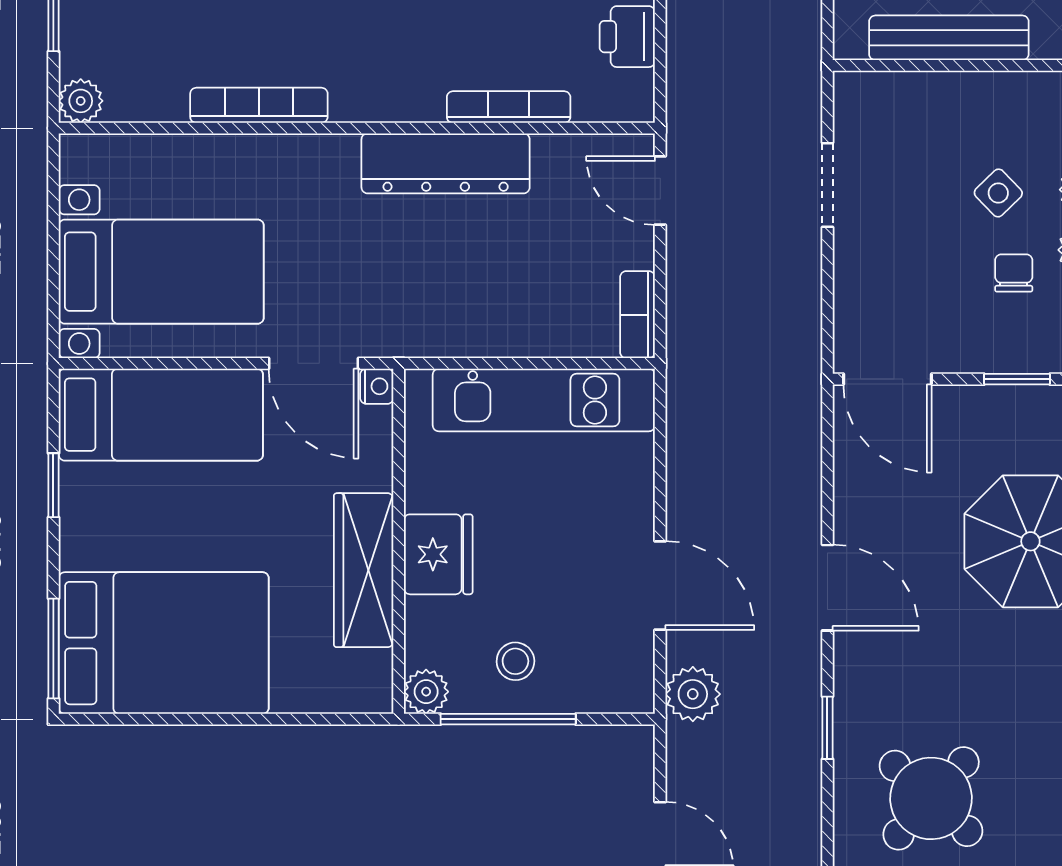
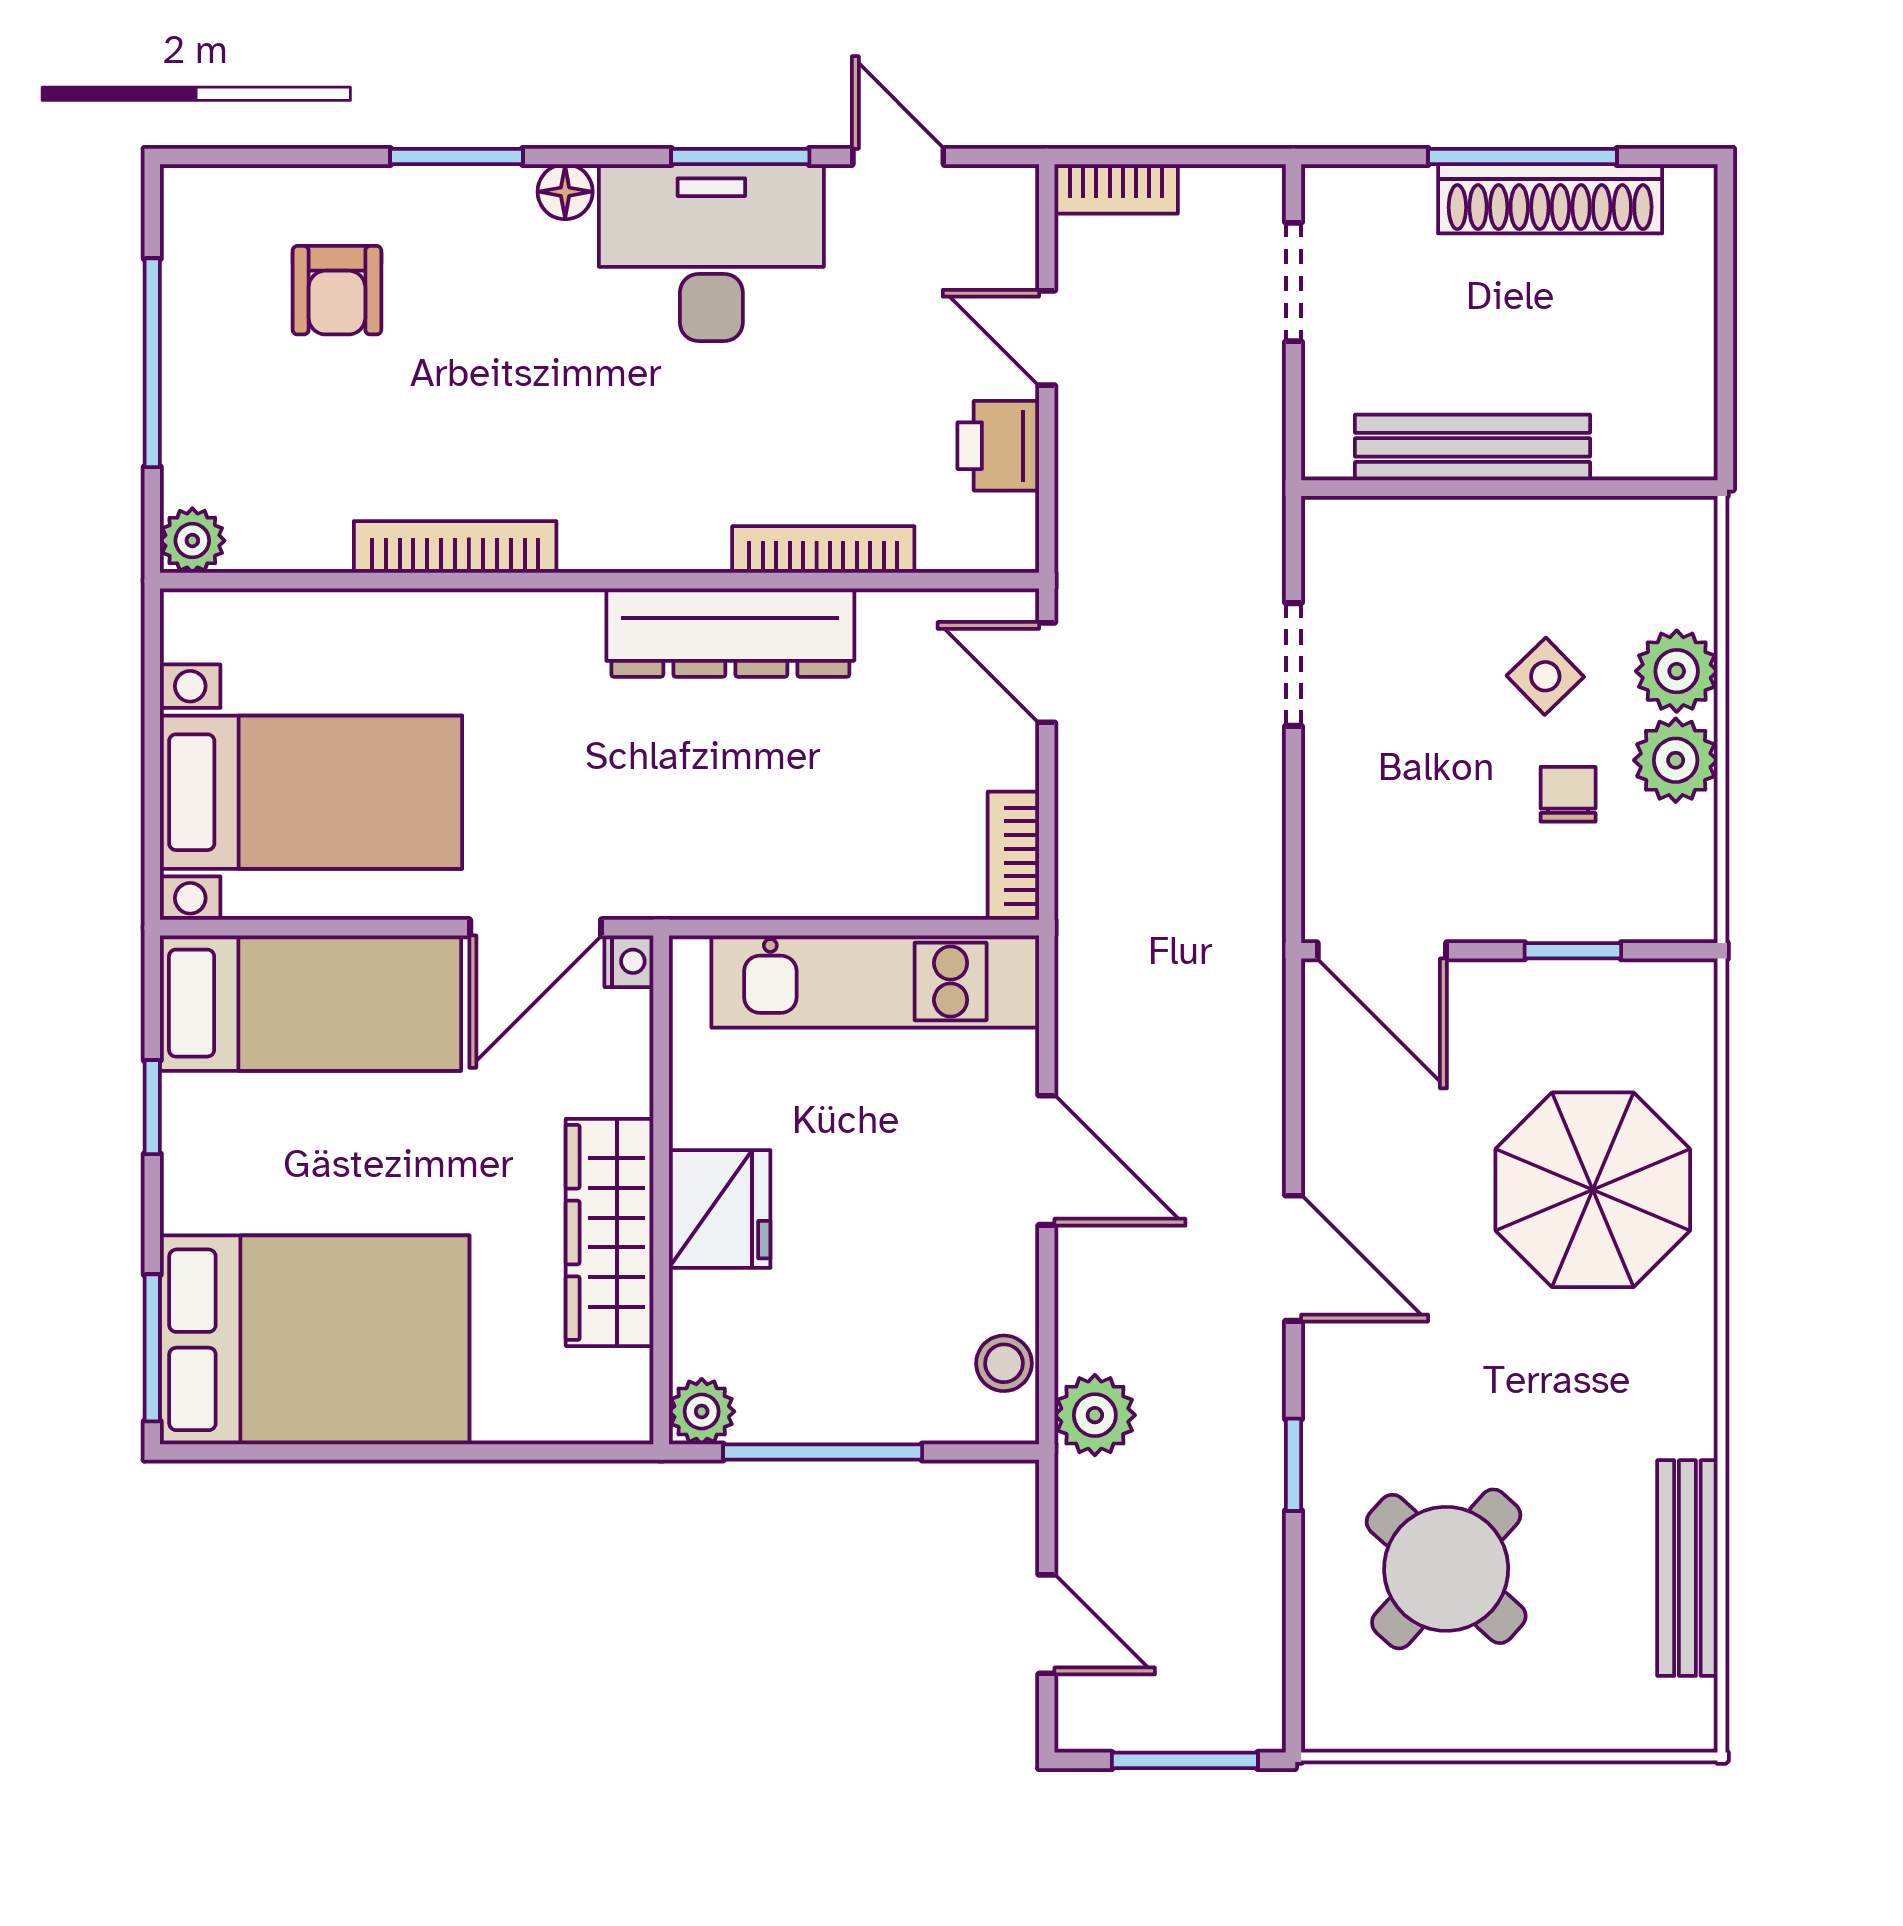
door: (313, 363) -> (536, 928), hinge flipped
door: (660, 585) -> (1047, 1160), moved
stool: (515, 661) -> (1004, 1363), moved

